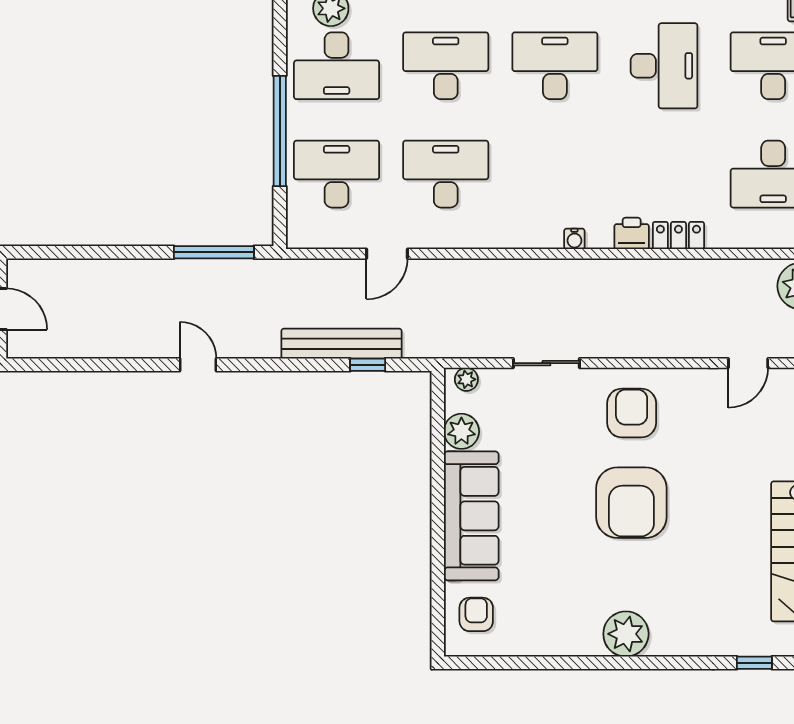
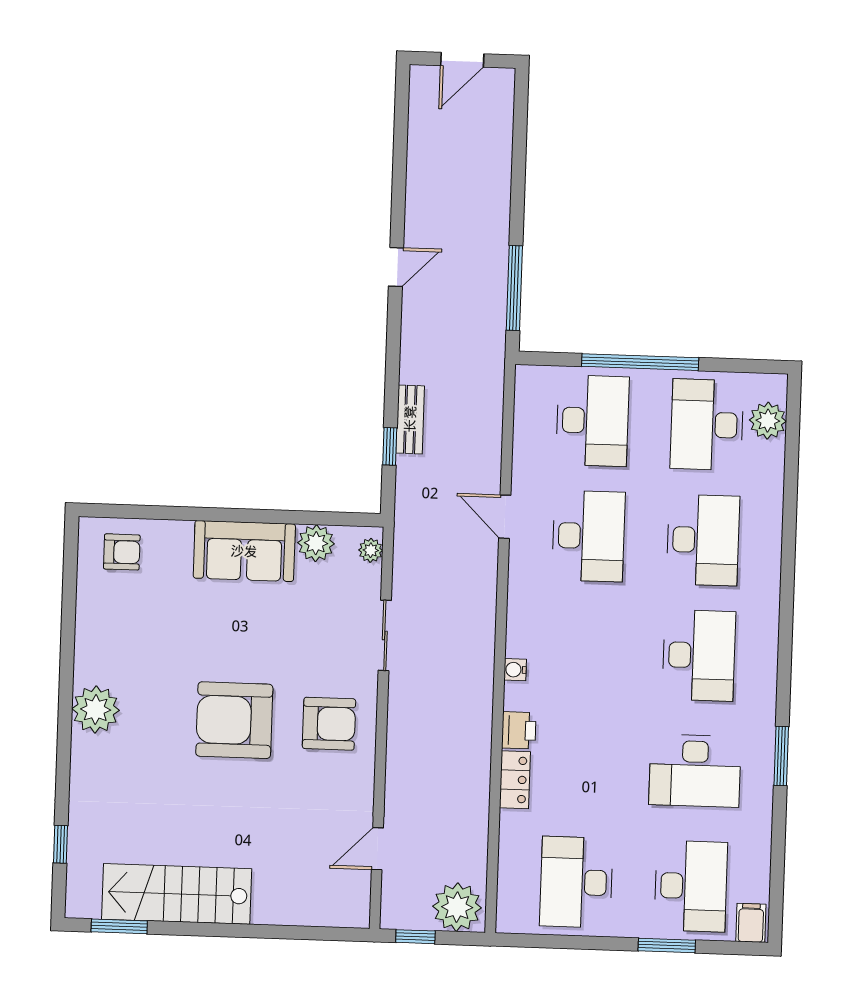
door: (387, 254) -> (505, 517), moved
bench: (341, 344) -> (410, 419), width x0.54, depth x0.82
door: (748, 363) -> (377, 849), hinge flipped
sofa: (471, 516) -> (244, 551), width x0.73

